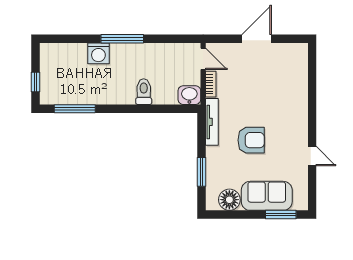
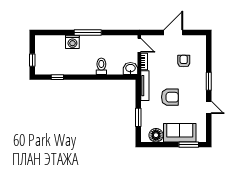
armchair: (273, 84) -> (184, 61), added
window: (75, 109) -> (57, 77), width x0.46
window: (312, 115) -> (209, 81), added

